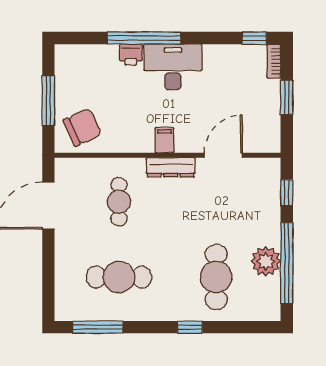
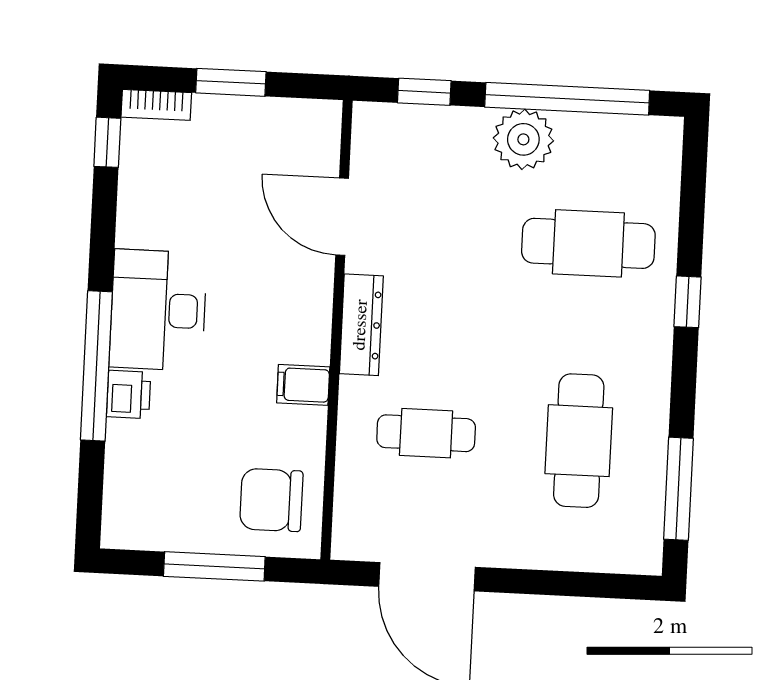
chair: (82, 127) -> (271, 500), turned -65
filing cabinet: (165, 140) -> (303, 385), moved
plant: (266, 261) -> (523, 139), moved

